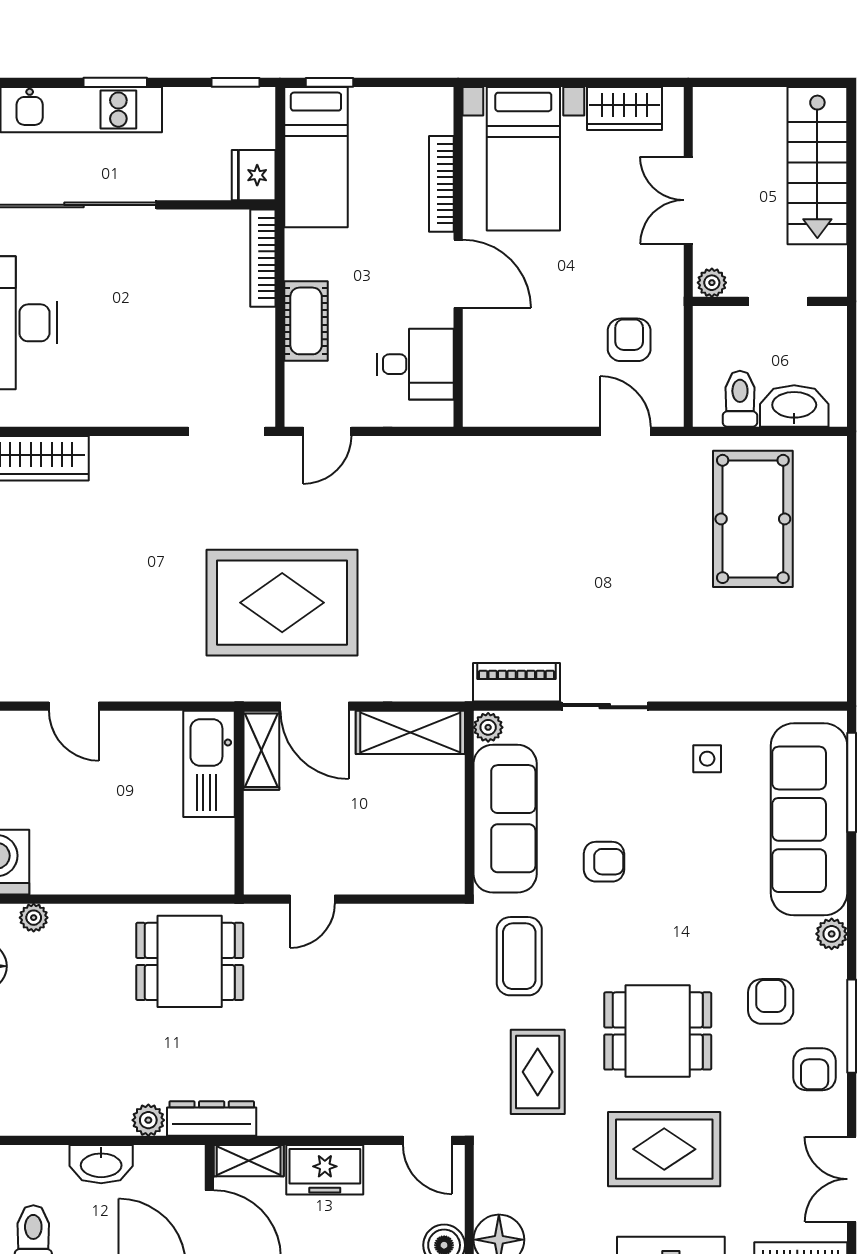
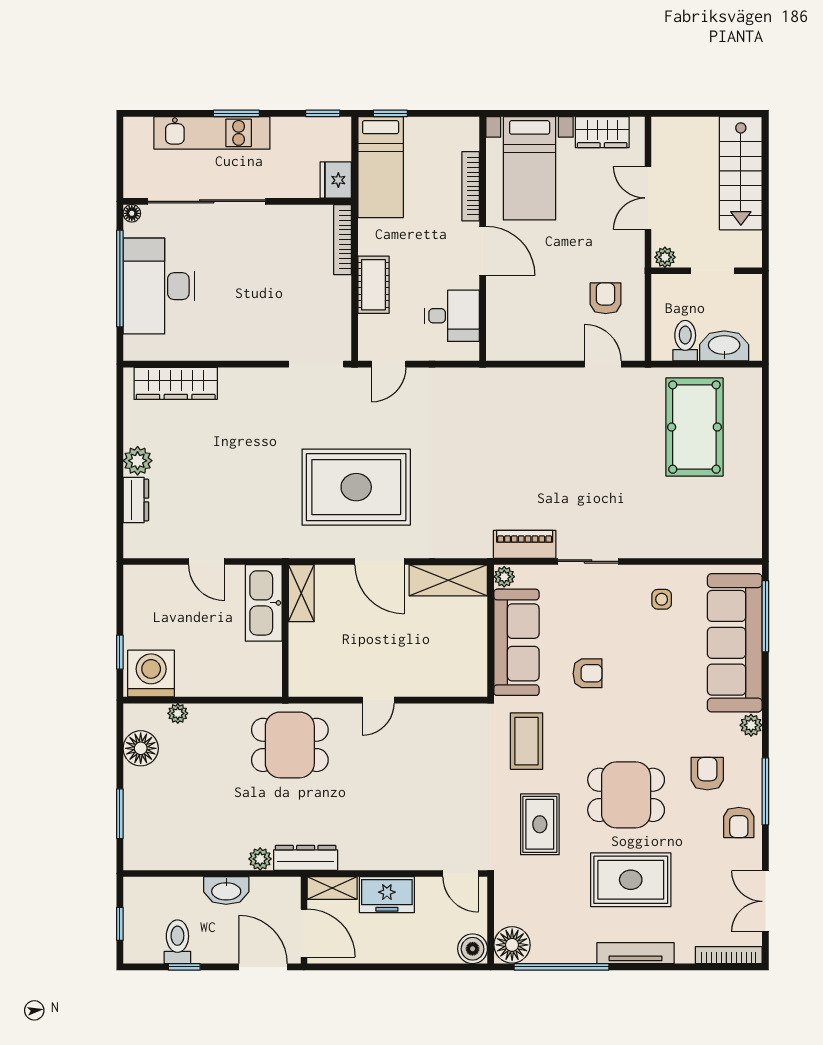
shelving: (261, 750) -> (301, 593), moved
kitchen sink: (209, 764) -> (264, 603), moved
wall: (239, 803) -> (285, 631), moved

